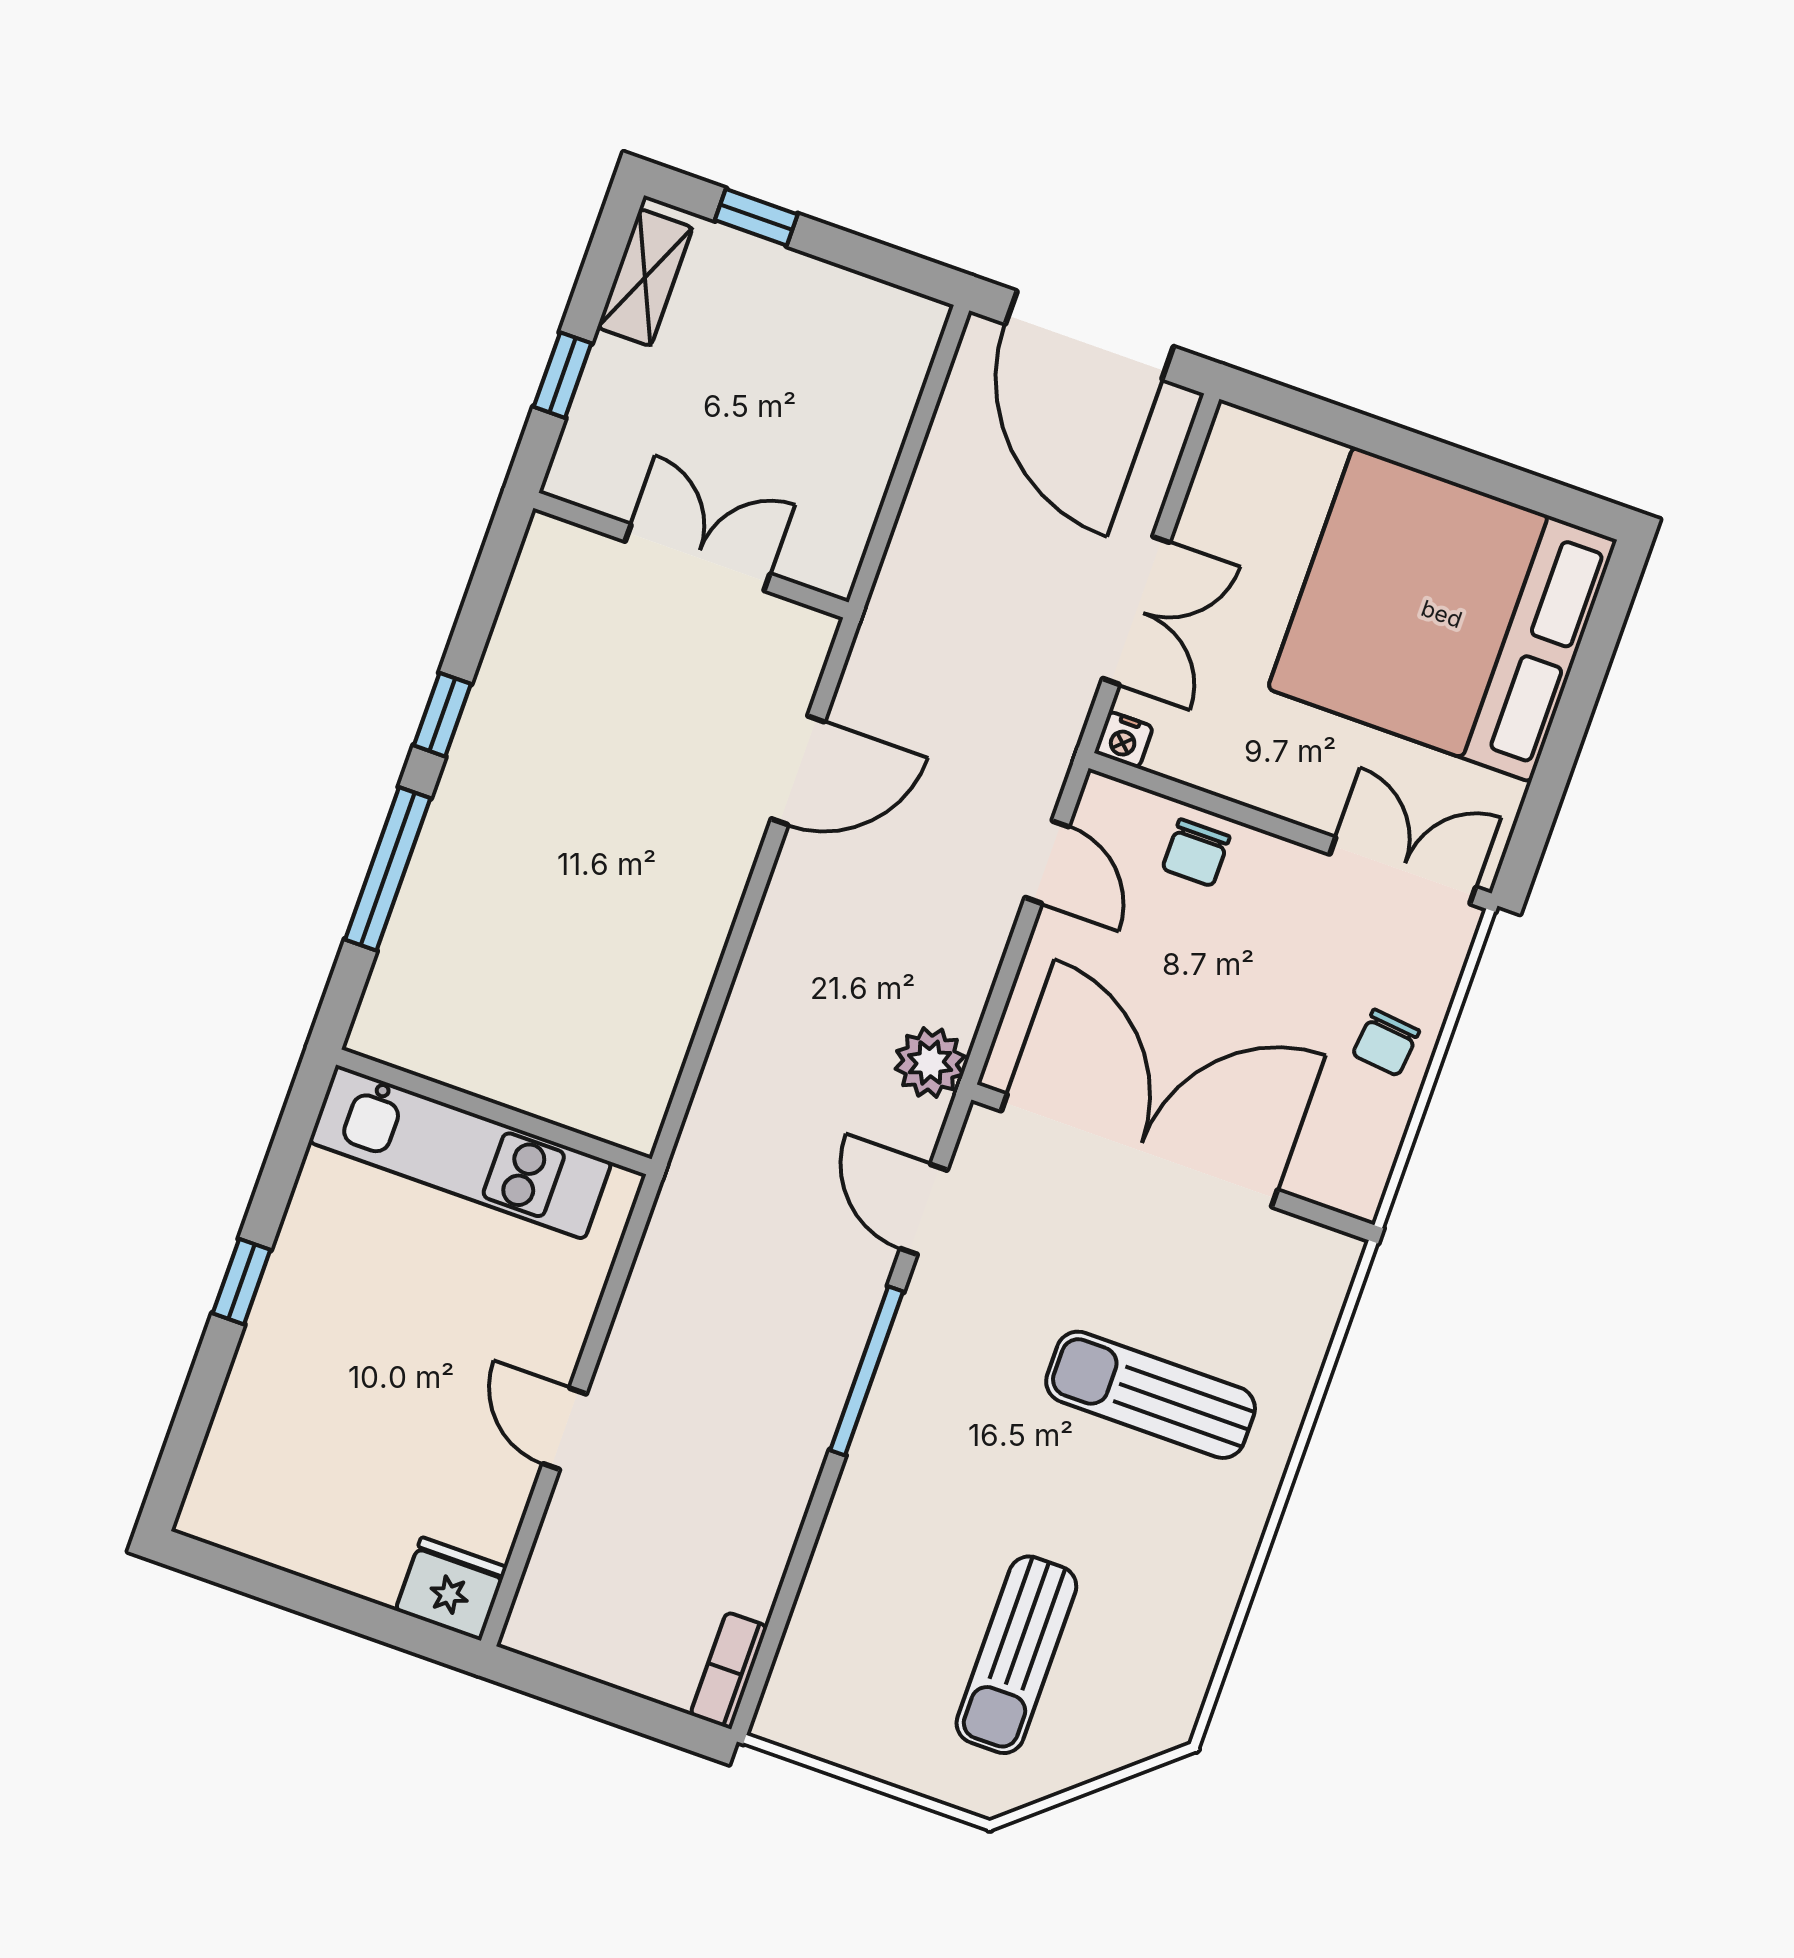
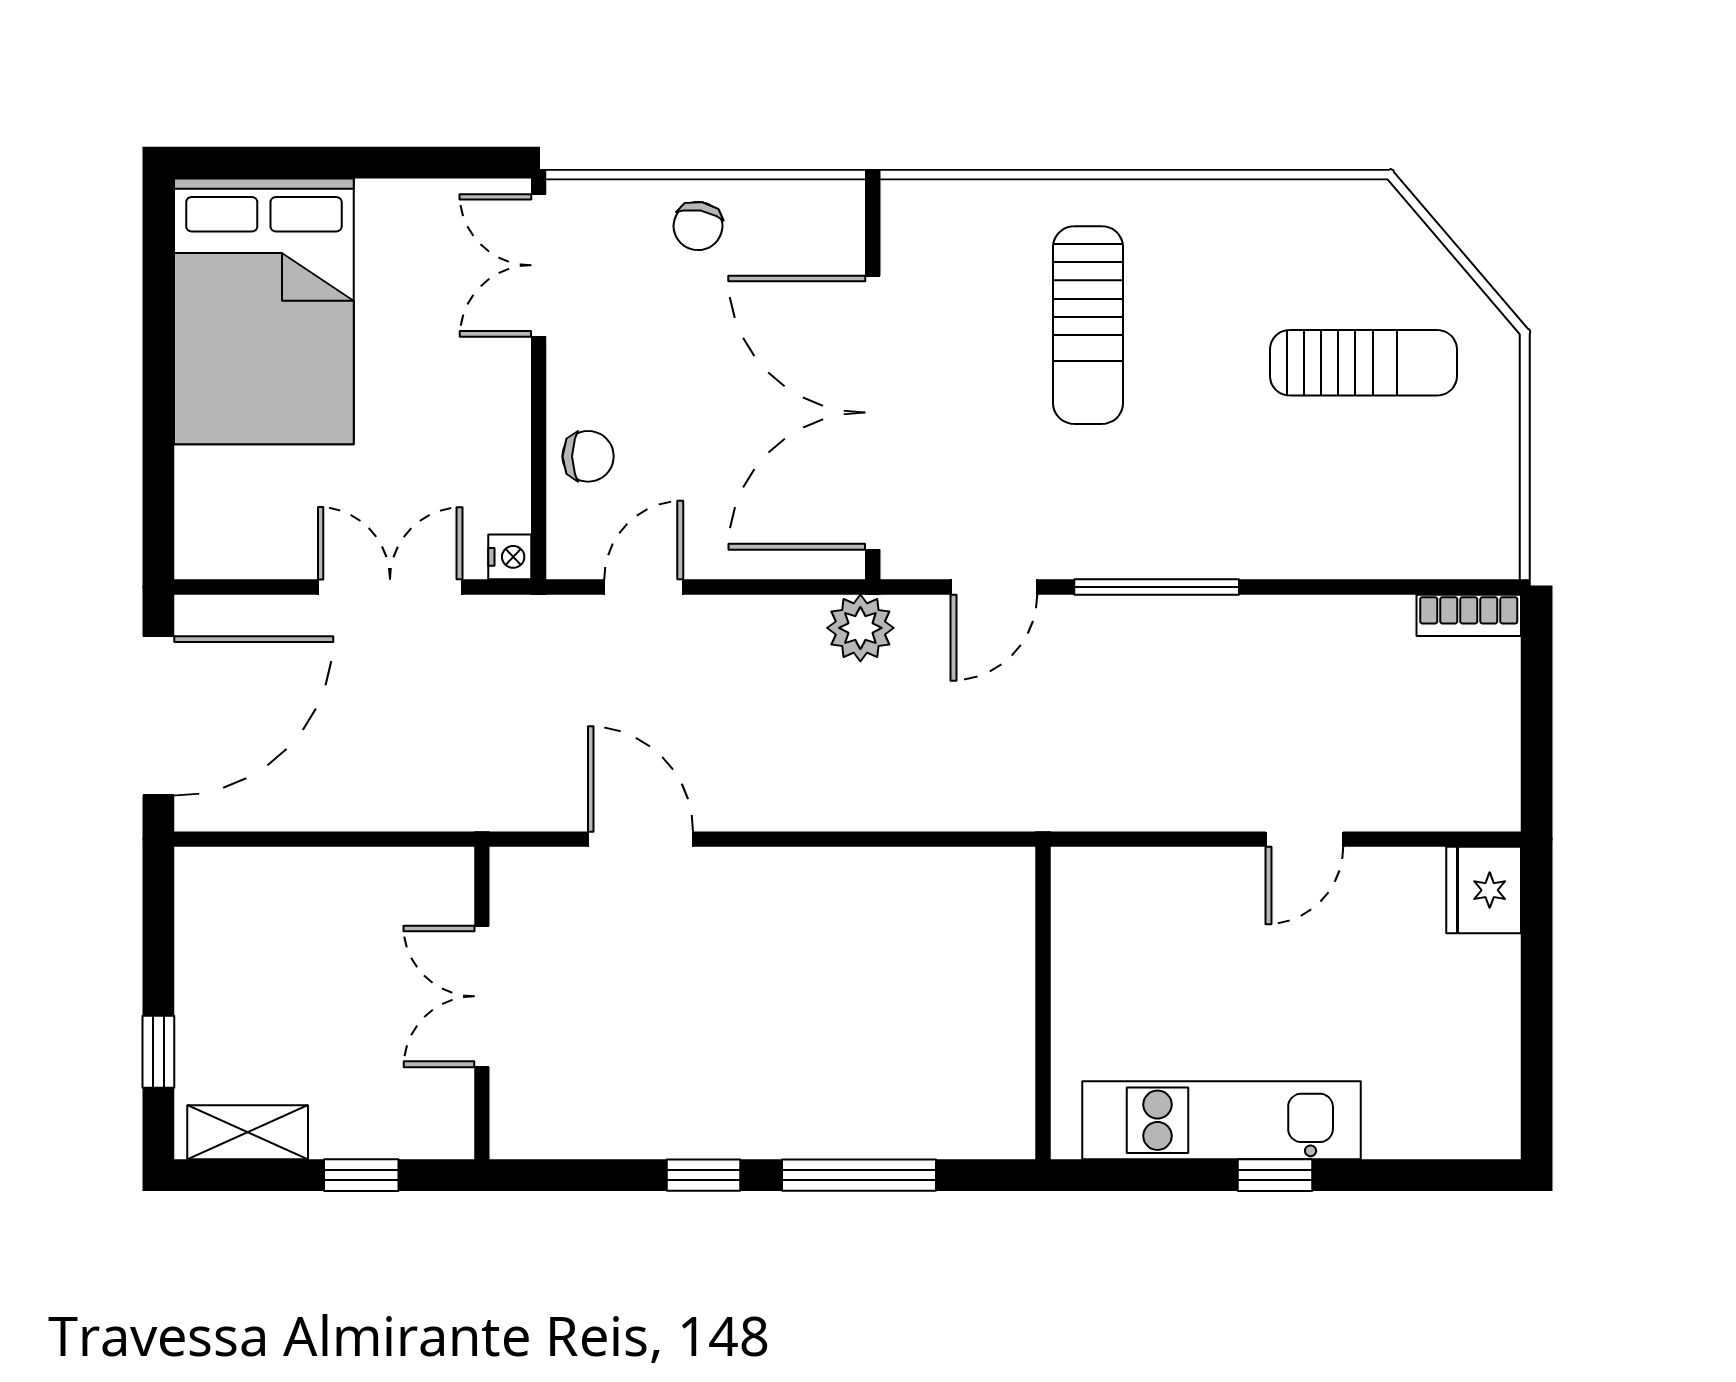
bed: (1442, 614) -> (264, 311), width x0.73
chair: (1386, 1043) -> (698, 226), turned 94
kitchen unit: (460, 1152) -> (1221, 1120), moved, turned -90

